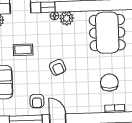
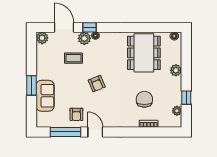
plant: (67, 18) -> (84, 38), moved
coffee table: (23, 50) -> (73, 58), moved

